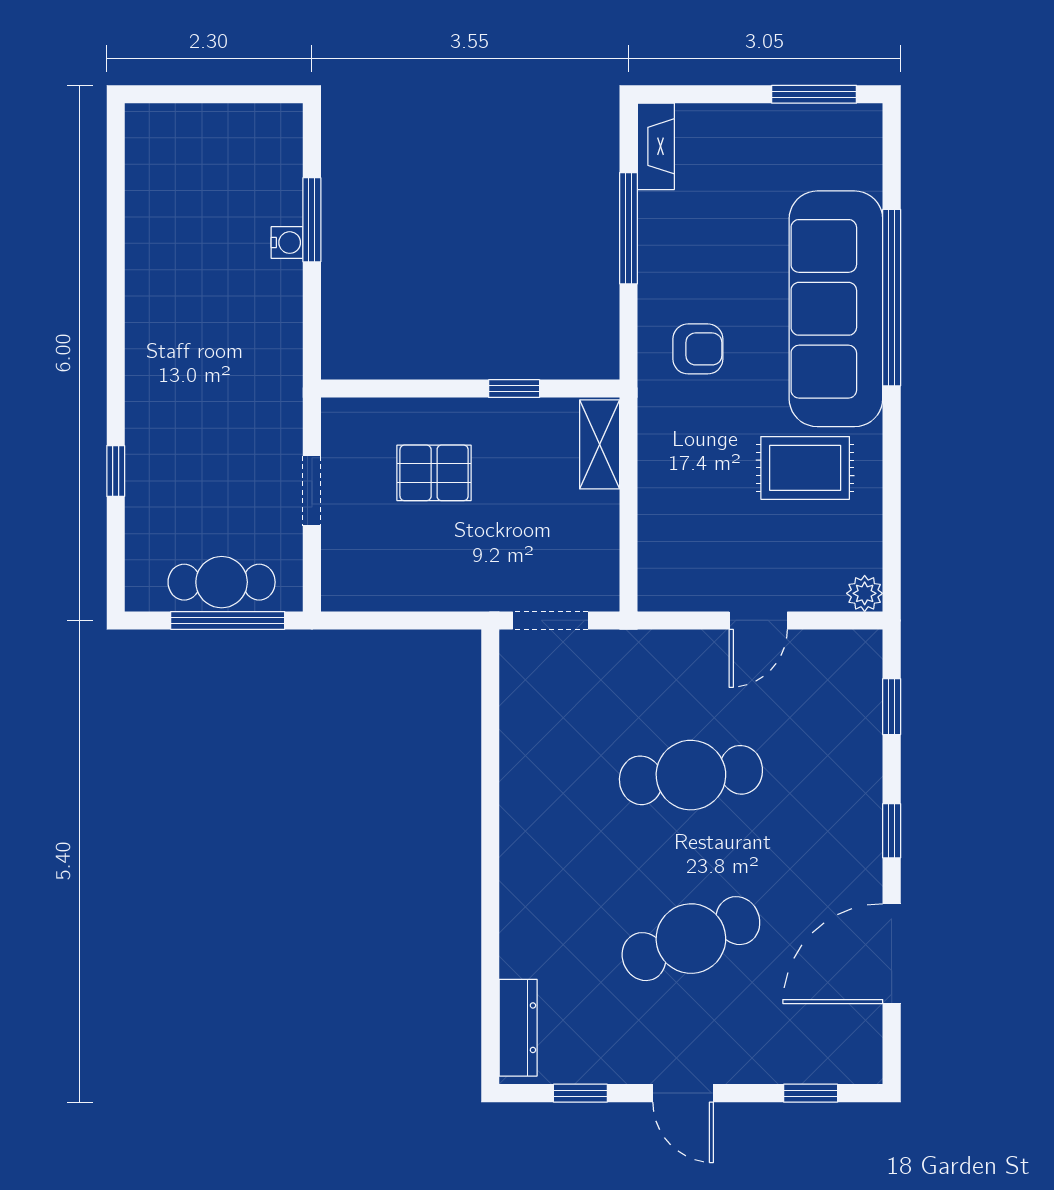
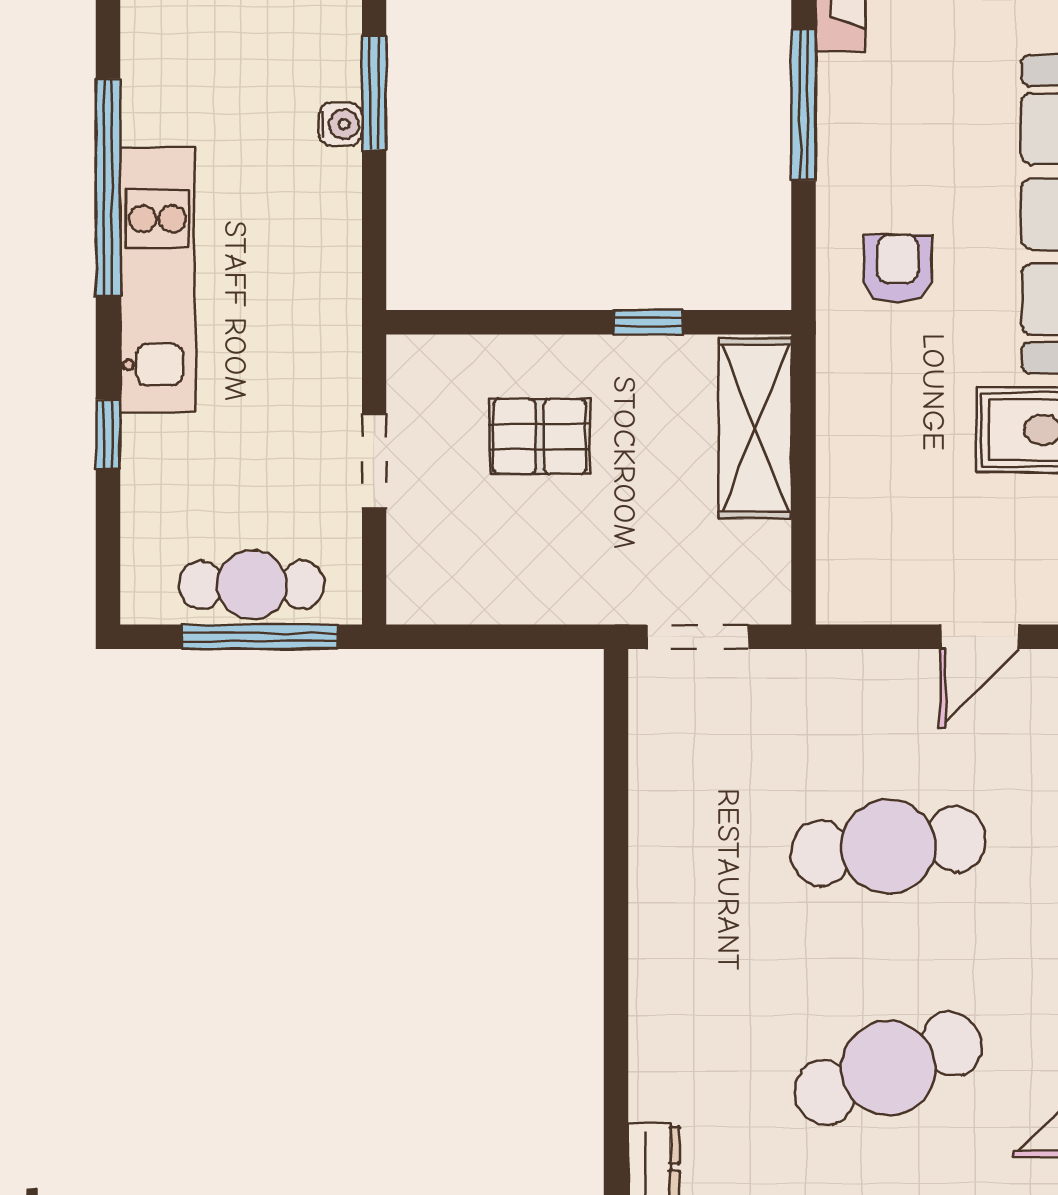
window: (116, 289) -> (108, 187), added
armchair: (698, 349) -> (898, 268), turned -90
kitchen unit: (152, 357) -> (157, 280), added
shelving: (600, 444) -> (755, 428), width x1.50, depth x1.33

